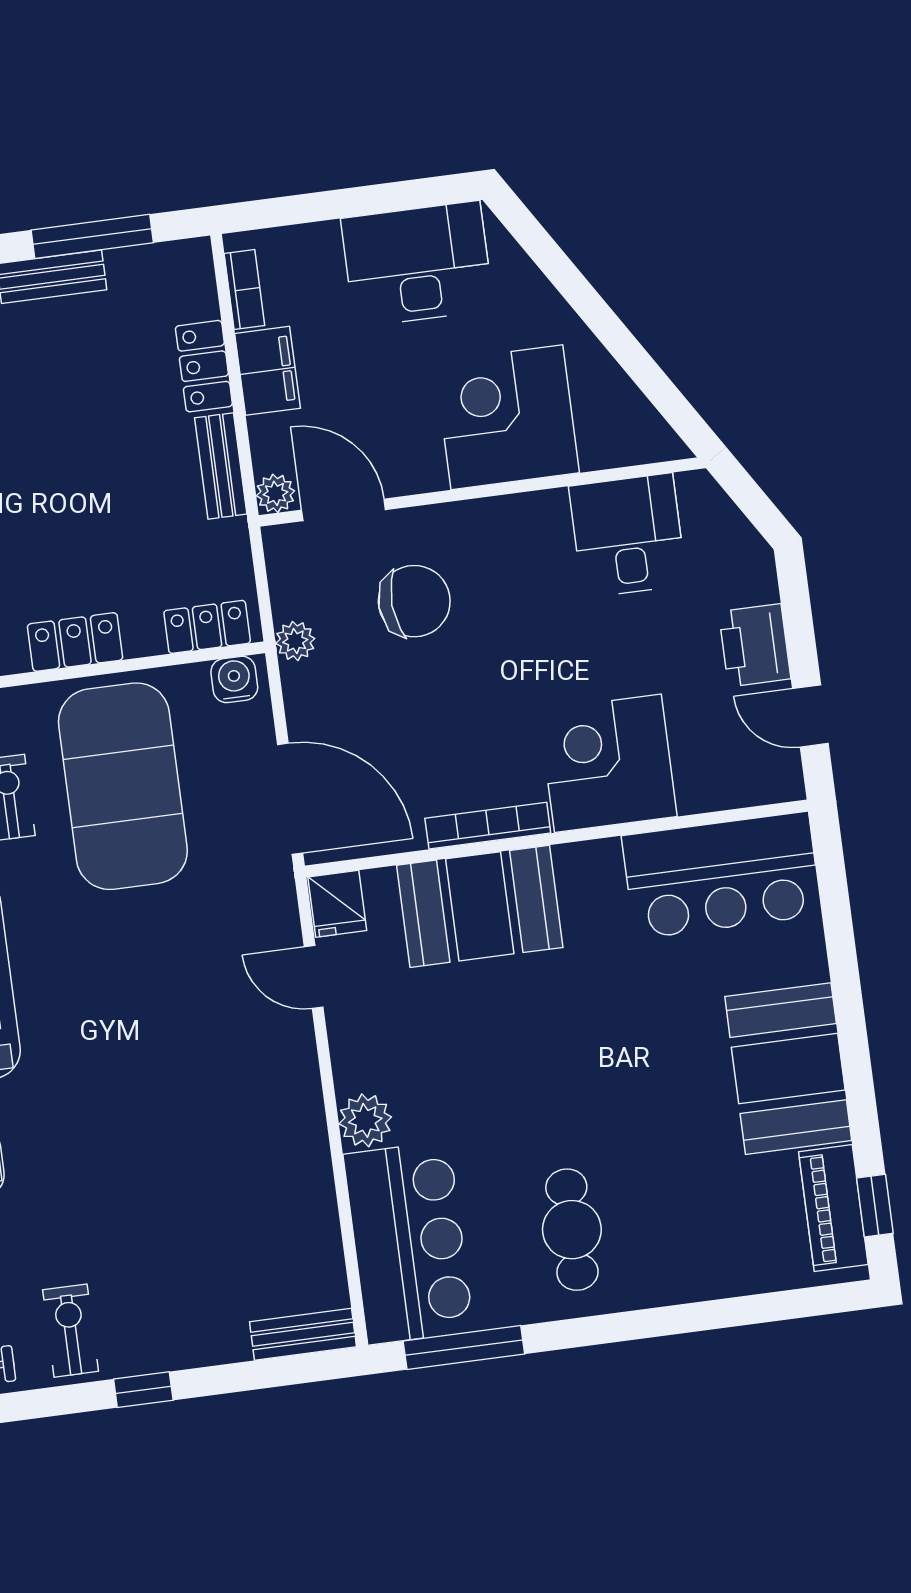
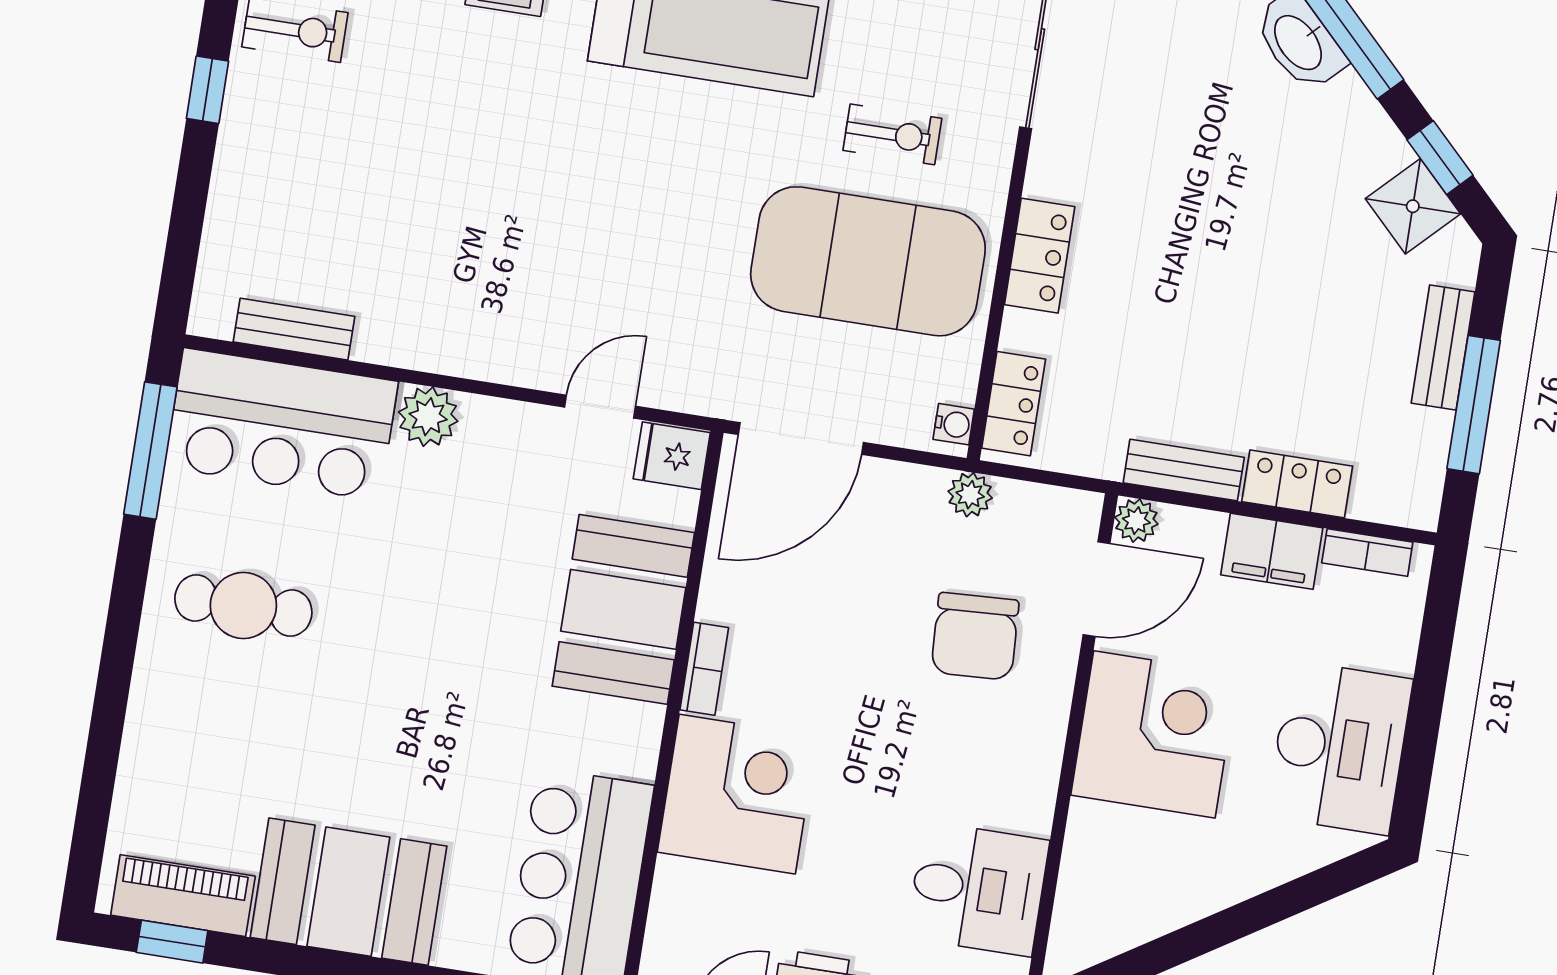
corner desk: (507, 417) -> (1154, 734), moved
water cooler: (234, 679) -> (954, 424), width x0.72, depth x0.72
bookcase: (488, 826) -> (704, 669), width x0.64
bench: (303, 1334) -> (294, 329), moved, turned 90

